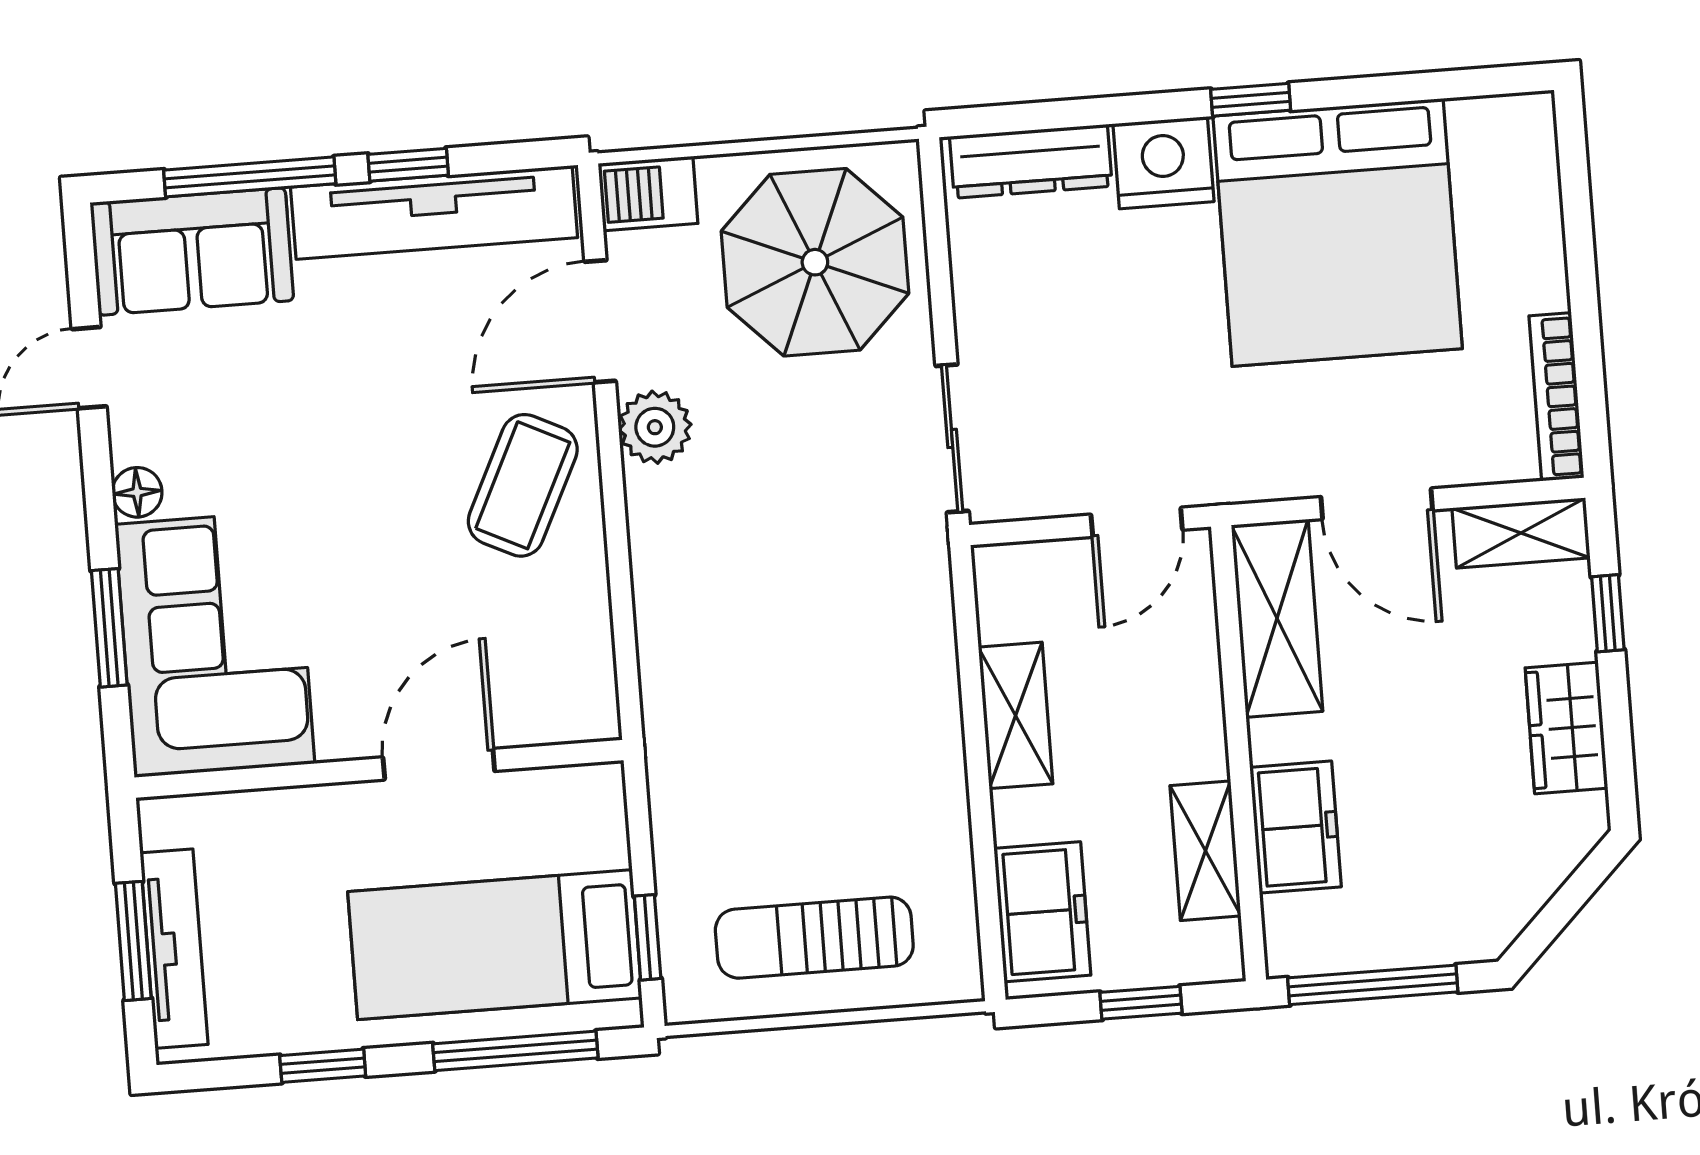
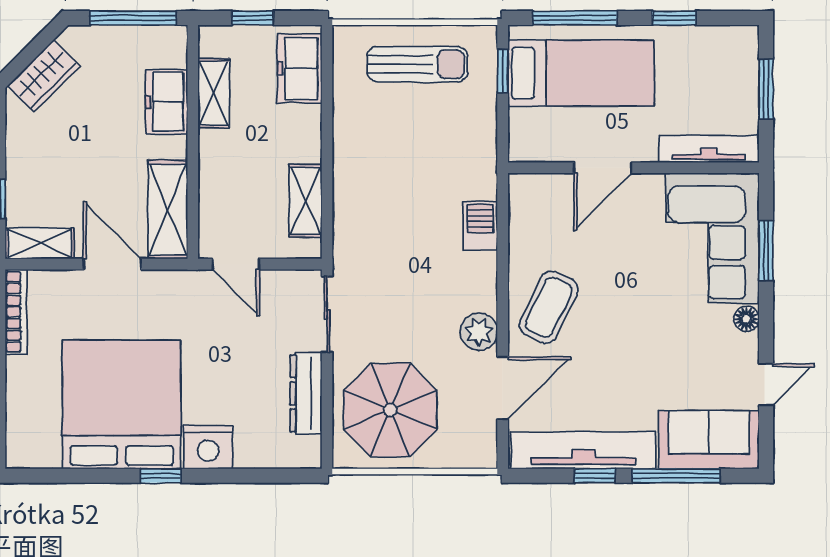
dresser: (1031, 161) -> (306, 393), moved, turned -90
barbecue: (648, 194) -> (480, 226), moved, turned -90
door: (1137, 522) -> (236, 264), swing flipped
shelving: (1016, 715) -> (305, 201), moved
wardrobe: (1566, 728) -> (44, 76), moved, turned 45
tv unit: (174, 949) -> (709, 149), moved, turned 90

